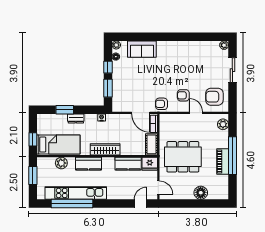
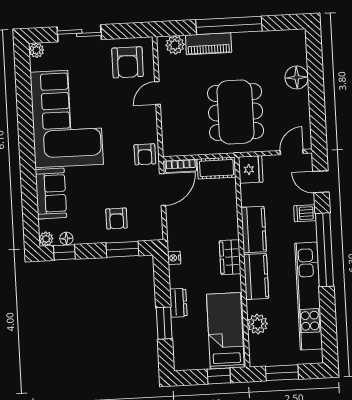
corner sofa: (184, 60) -> (67, 118), added
window: (108, 67) -> (64, 252), moved
armchair: (183, 95) -> (117, 218), moved
wardrobe: (105, 149) -> (230, 257), width x0.67
piano: (223, 161) -> (209, 44), moved
kitchen counter: (128, 164) -> (254, 230), moved
dishwasher: (123, 193) -> (305, 213), added
window: (72, 203) -> (325, 250), moved

